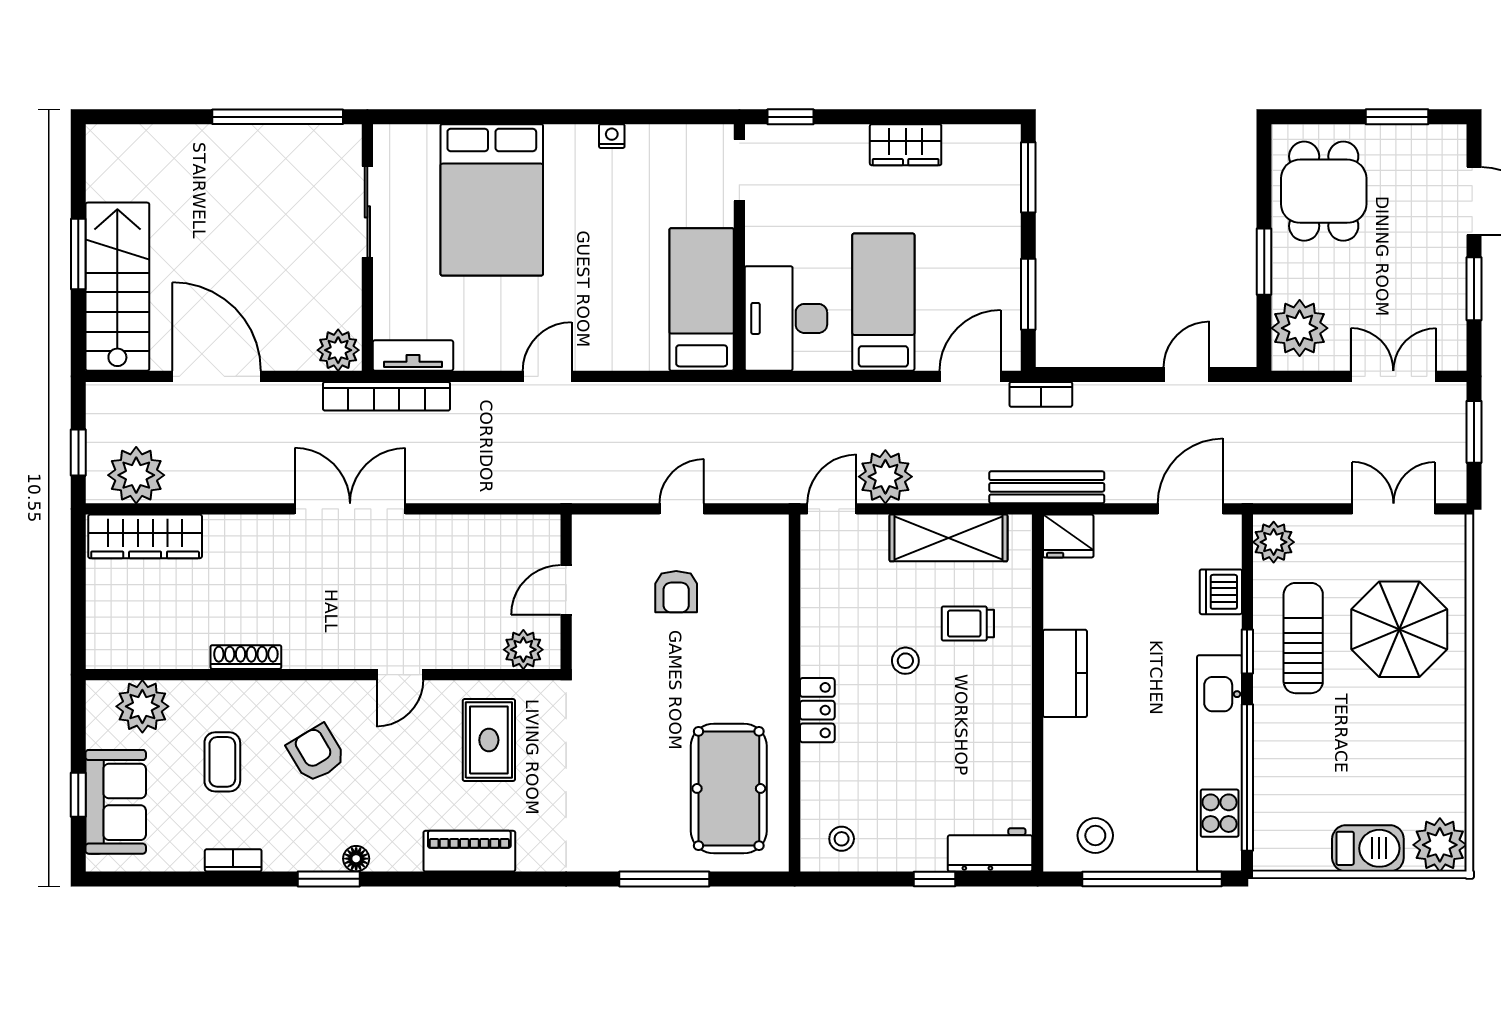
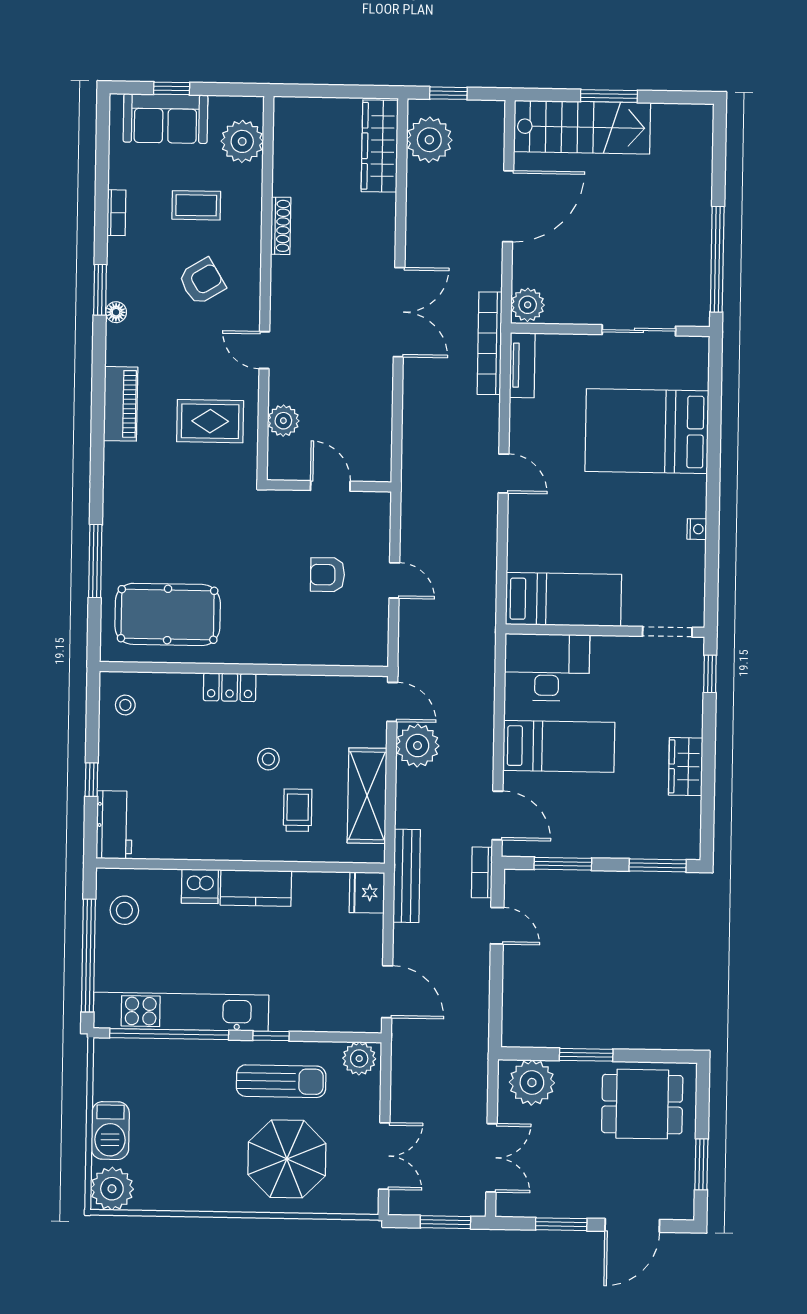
door: (1187, 374) -> (497, 926), moved
dishwasher: (1221, 592) -> (200, 886), moved, turned 180
plant: (523, 650) -> (283, 421), moved

